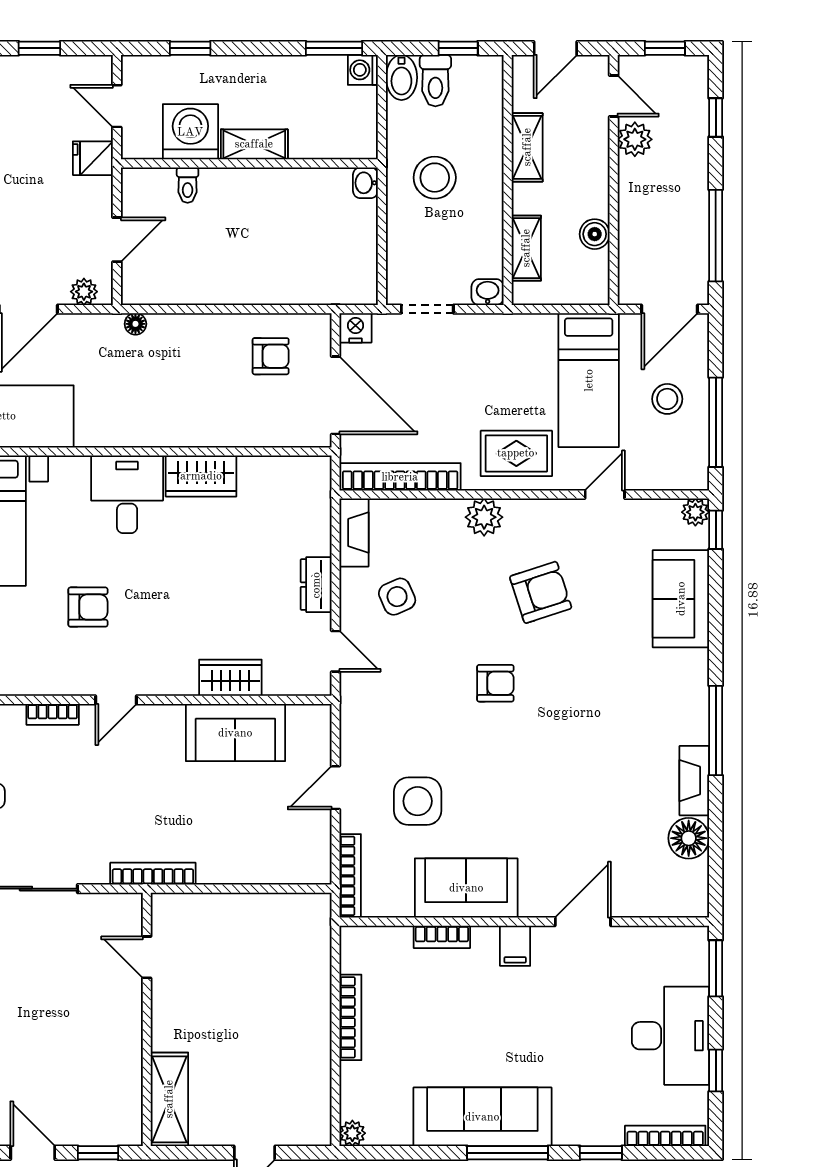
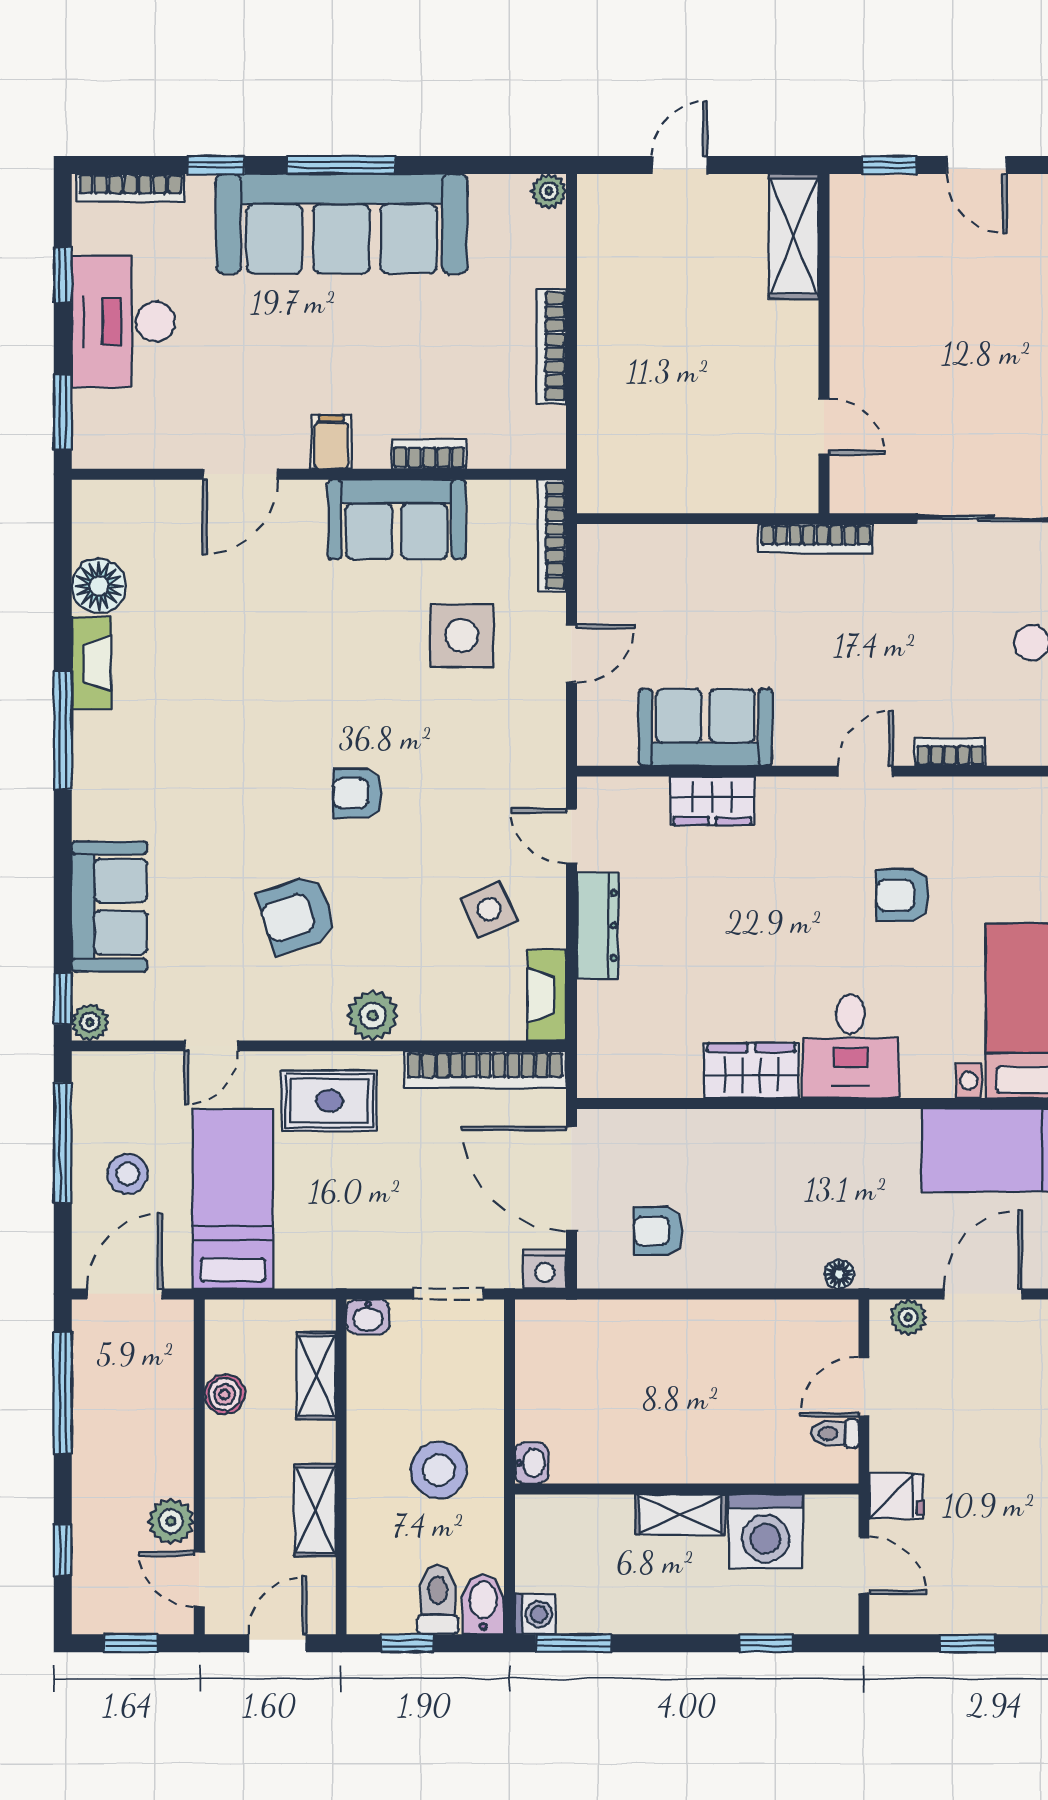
toilet: (188, 185) -> (835, 1434), moved, turned -90
dresser: (316, 585) -> (598, 925), width x1.44
sofa: (482, 1117) -> (342, 224), width x1.36, depth x1.27

